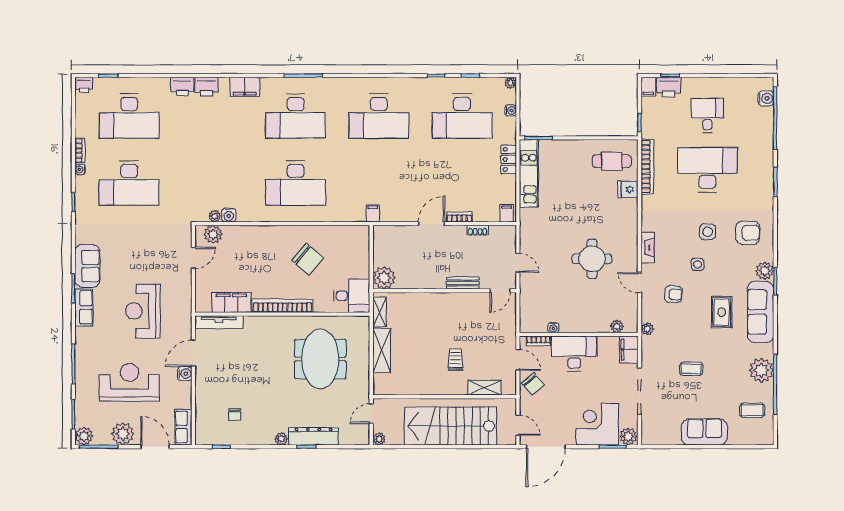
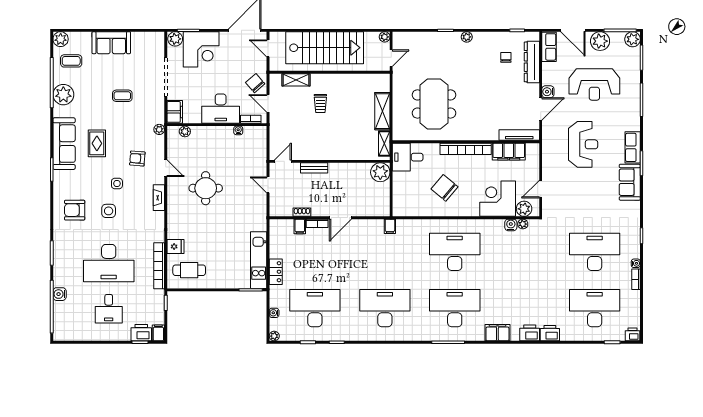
water cooler: (766, 98) -> (60, 294), moved
filing cabinet: (507, 213) -> (300, 226), moved
corner desk: (245, 246) -> (498, 199), added
plant: (765, 271) -> (61, 39), moved
dresser: (314, 436) -> (532, 62), moved, turned 90

